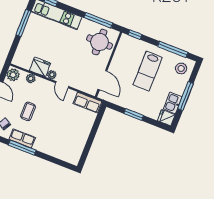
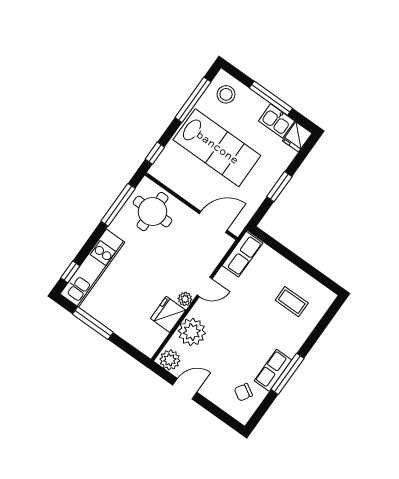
lab bench: (148, 71) -> (217, 148), width x1.36, depth x1.39
plant: (31, 79) -> (192, 332), width x1.88, depth x1.88
coffee table: (28, 111) -> (292, 302), moved

